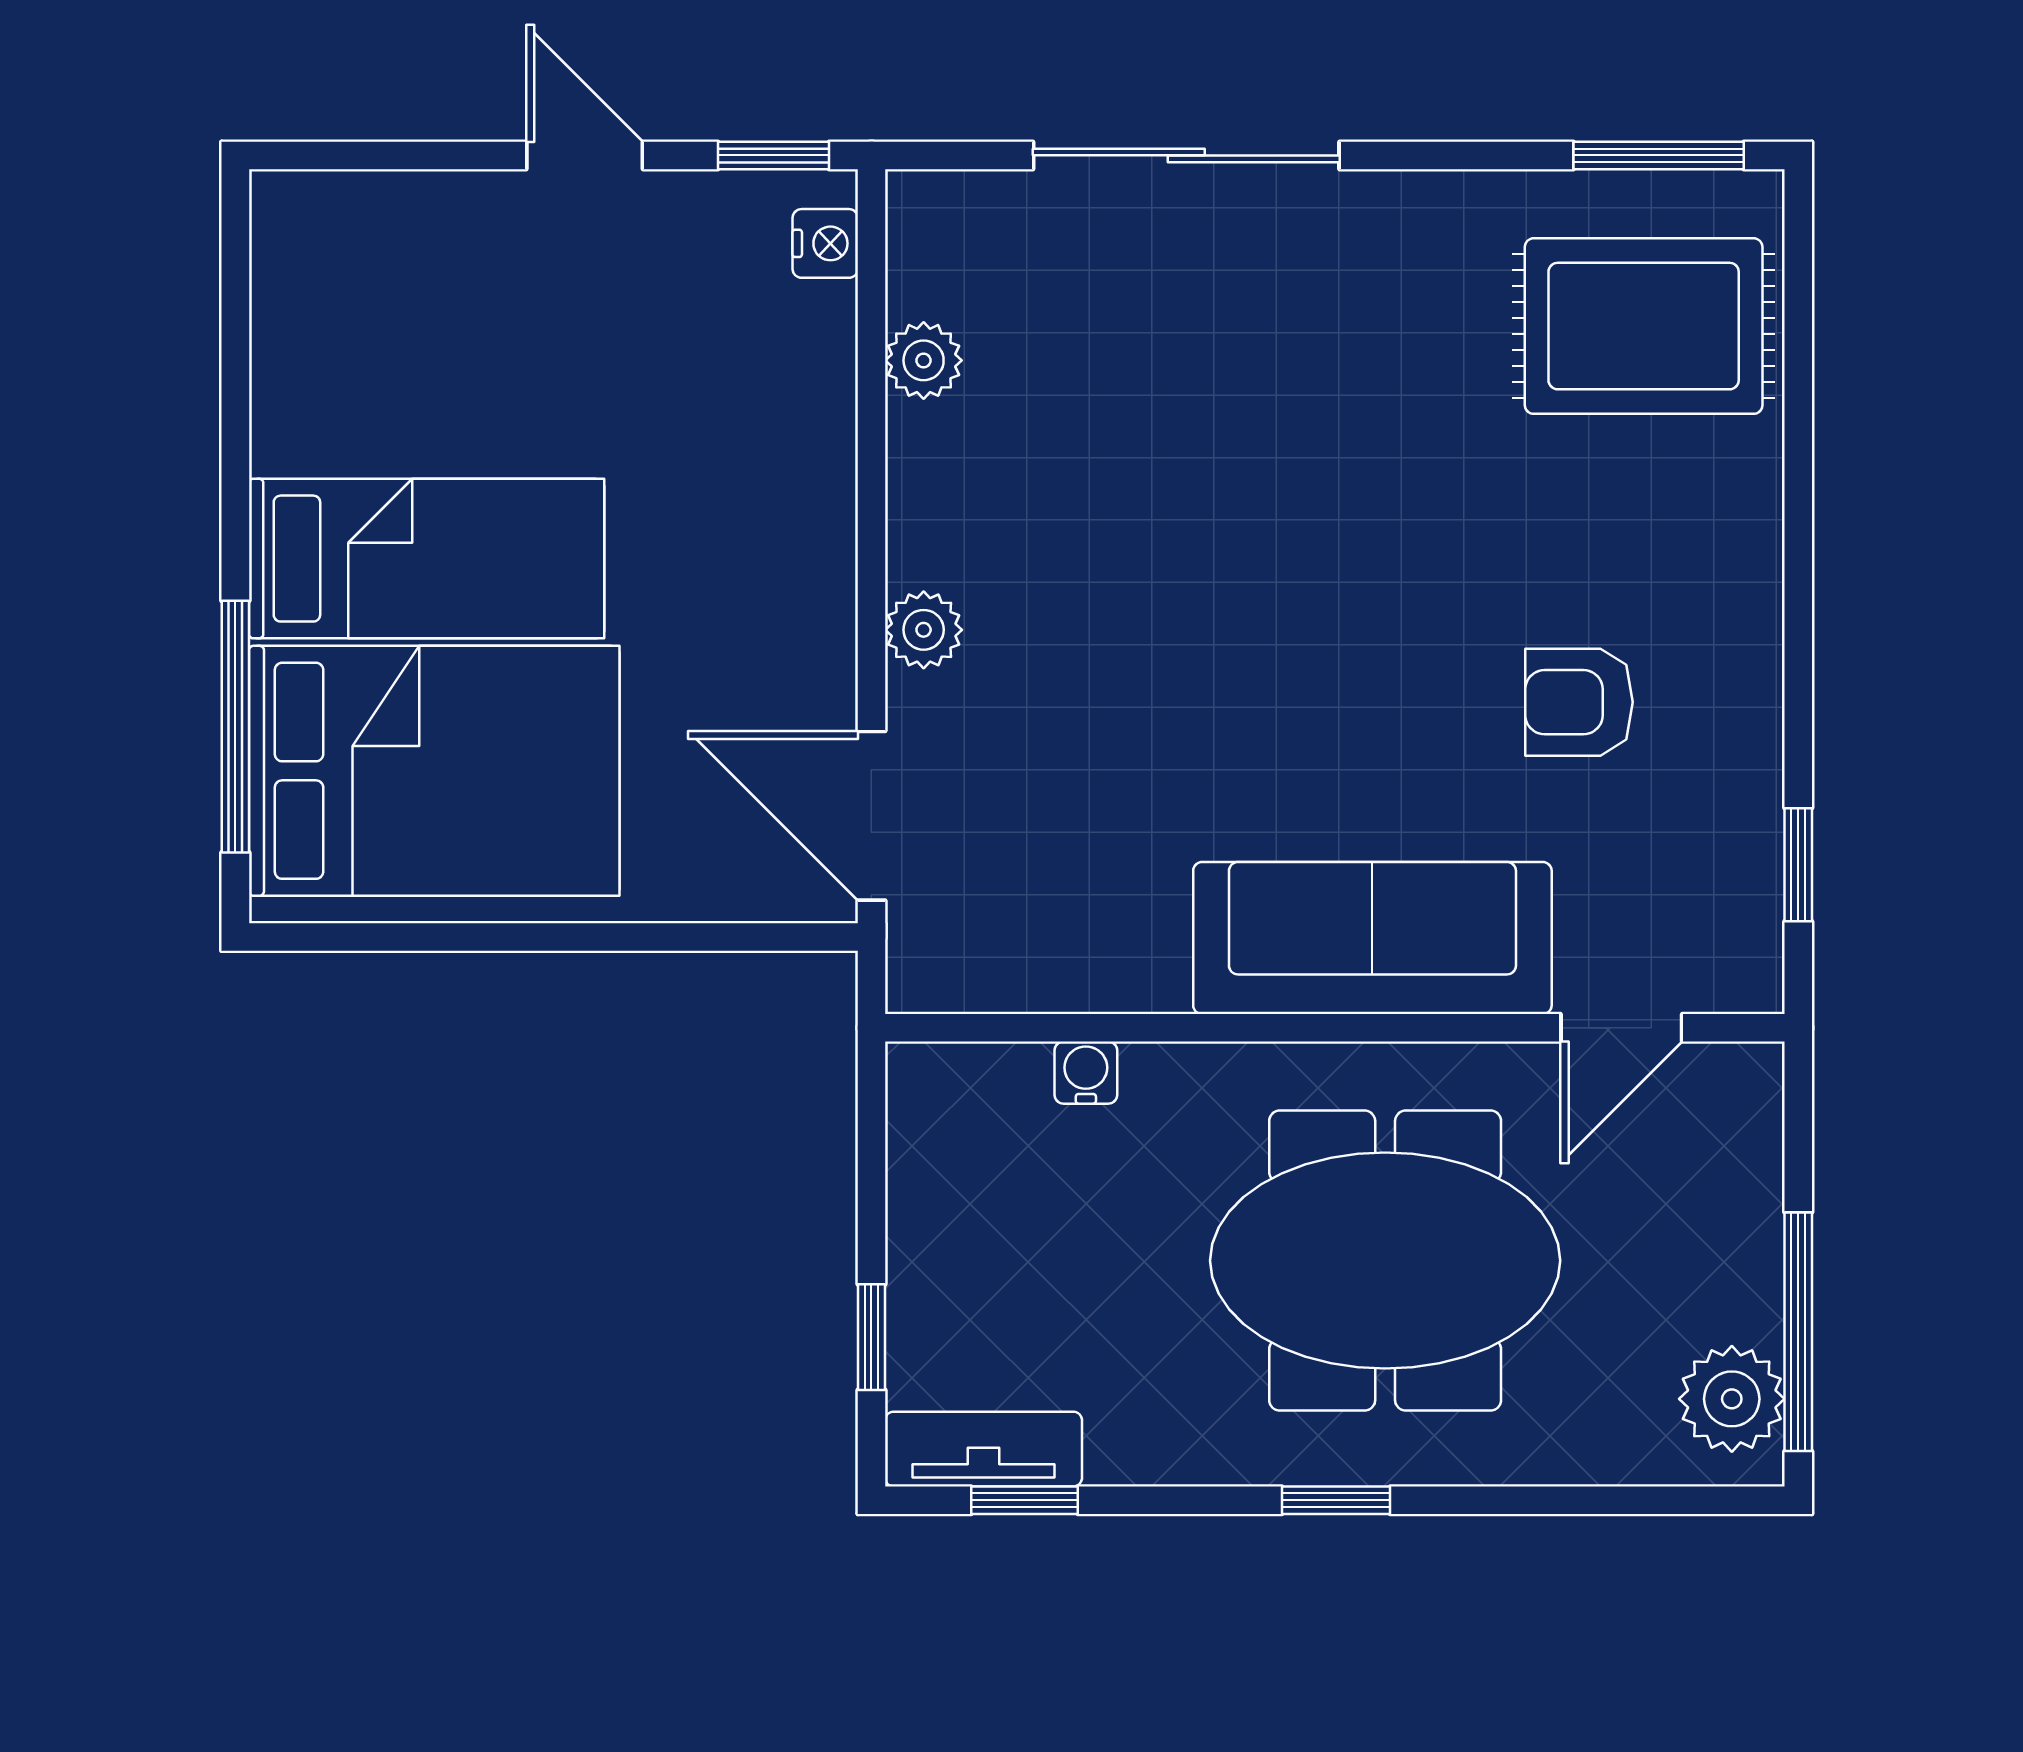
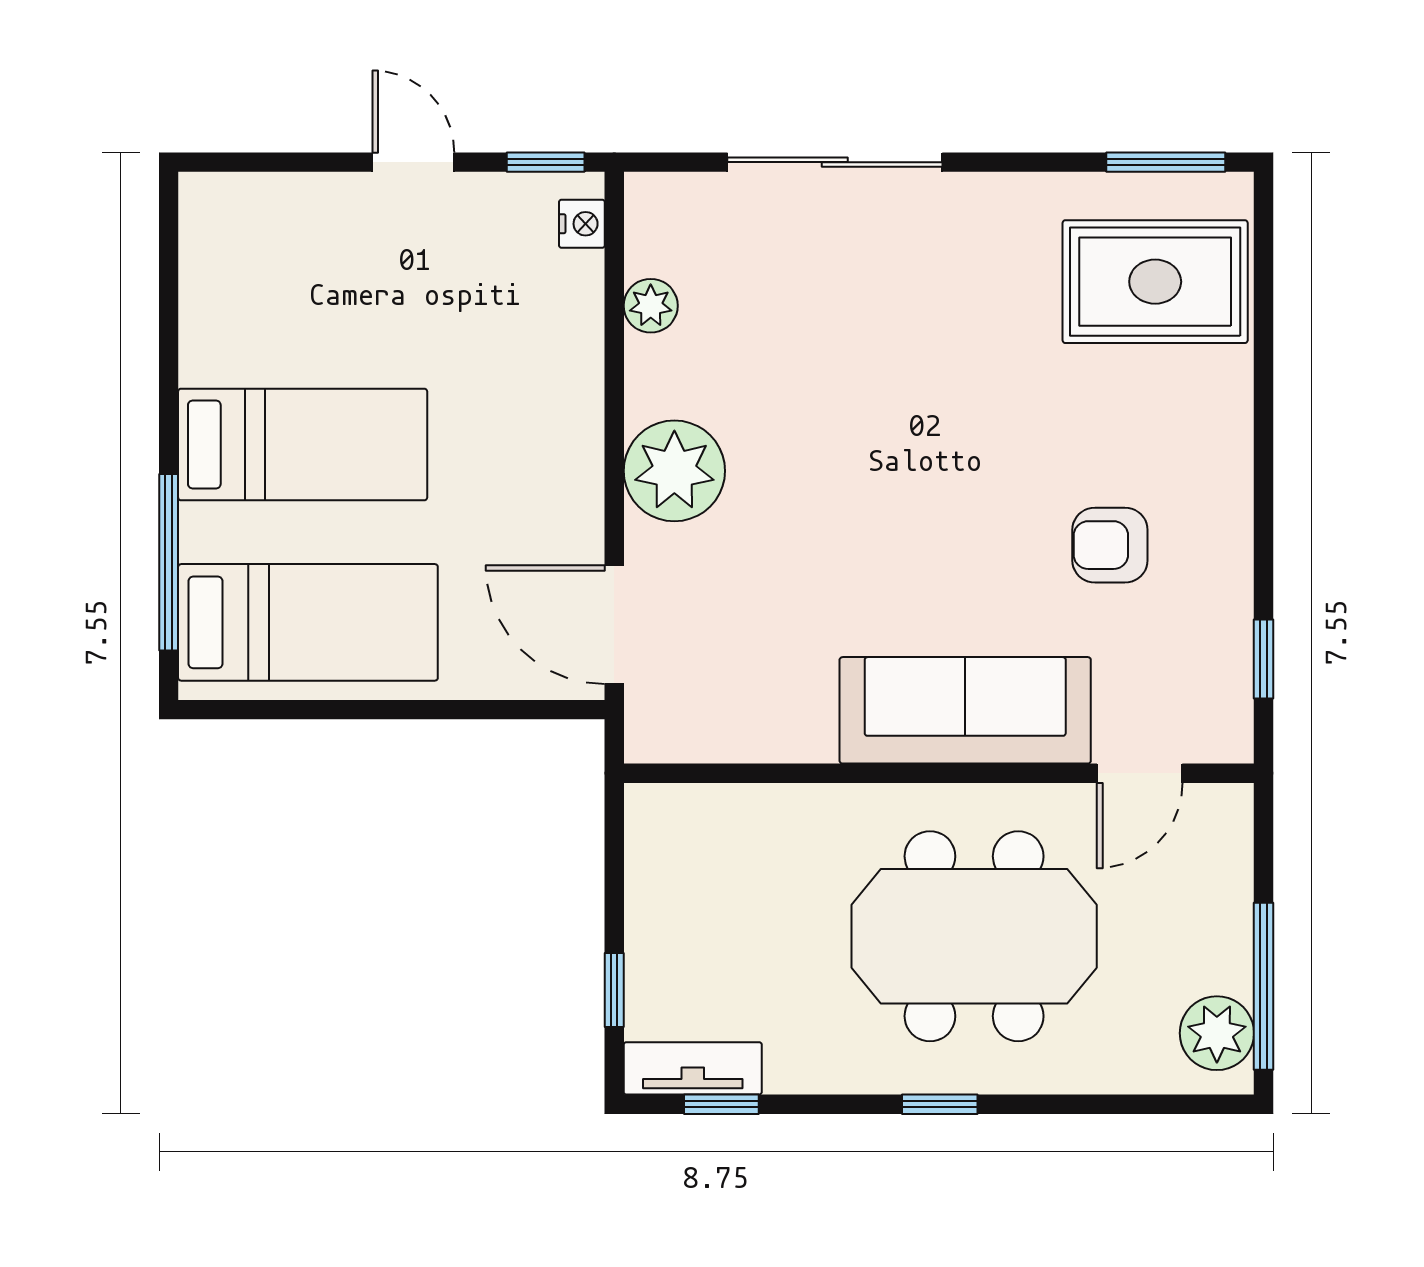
plant: (924, 630) -> (674, 471), width x1.88, depth x1.88
bed: (434, 771) -> (308, 622), width x0.67
water cooler: (1086, 1073) -> (764, 805), removed

